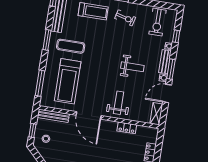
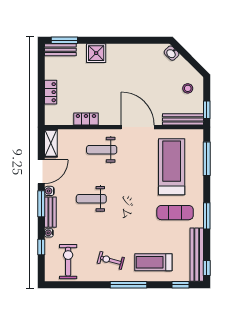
weight bench: (119, 103) -> (102, 150), turned 90
window: (32, 131) -> (207, 110), moved

